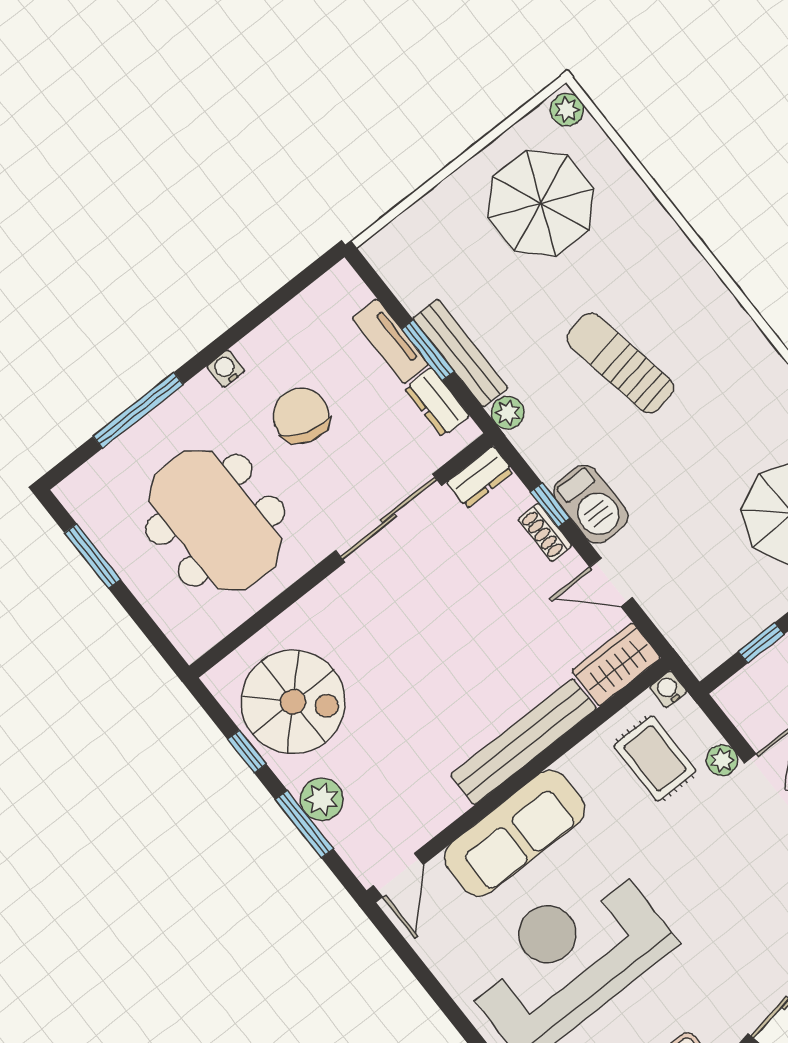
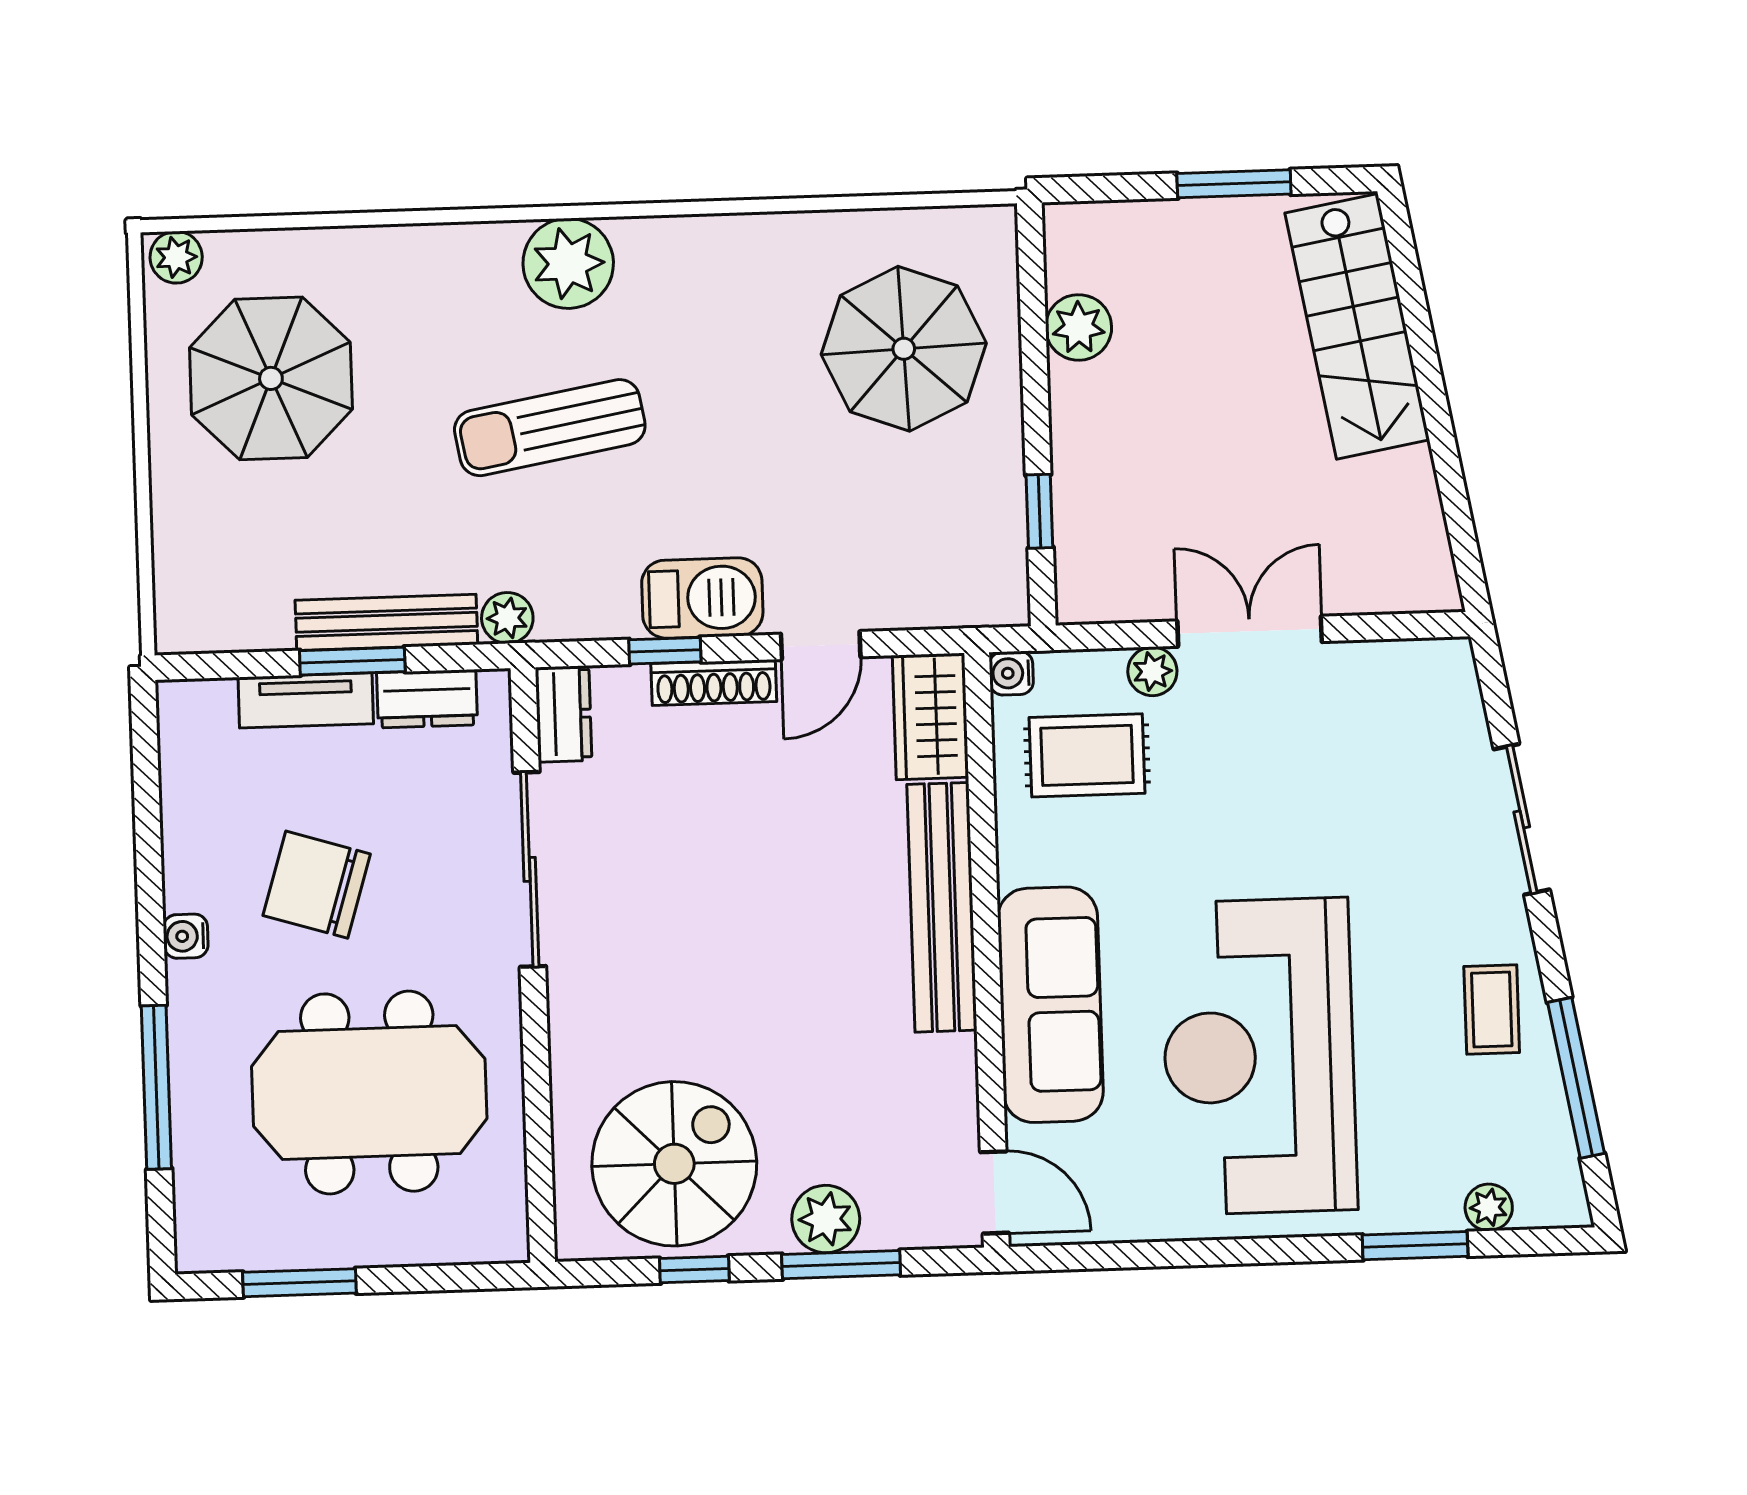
plant: (710, 311) -> (568, 263), added
shoe rack: (545, 532) -> (714, 683), width x1.43

